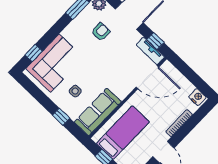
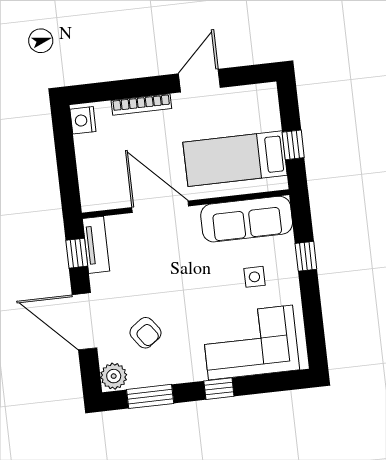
armchair: (101, 32) -> (145, 333), turned -126
window: (34, 53) -> (219, 389), moved
door: (147, 77) -> (160, 207), moved

